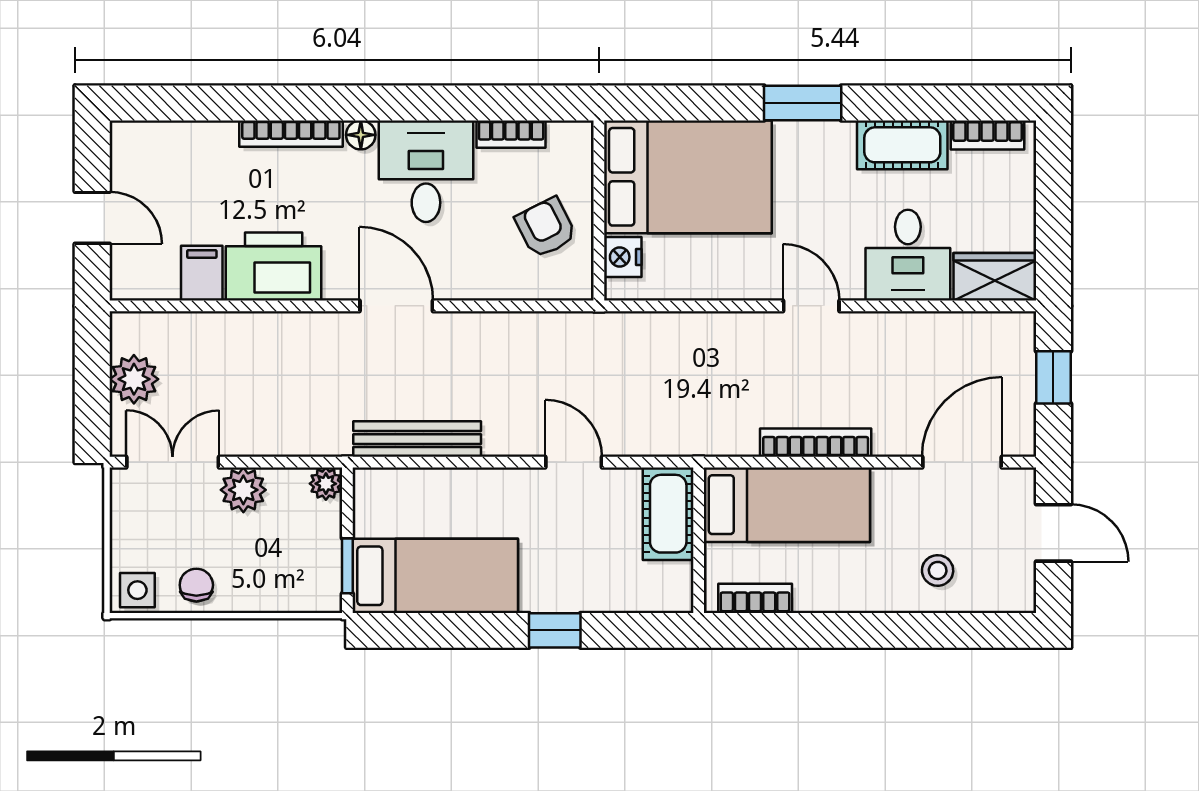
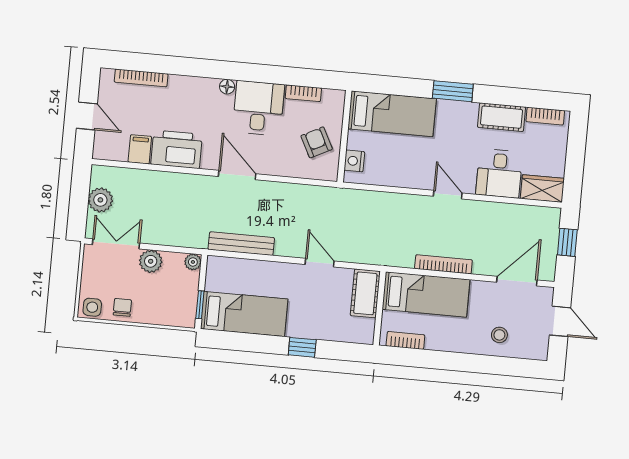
bookcase: (291, 134) -> (141, 78), moved
bed: (688, 177) -> (392, 114), width x0.67

